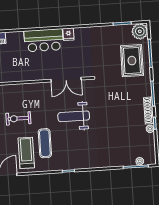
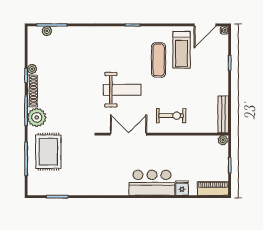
plant: (140, 31) -> (37, 117), moved
fridge: (68, 34) -> (182, 188), moved
exercise bike: (18, 118) -> (171, 116), moved

